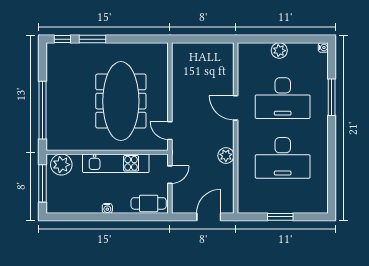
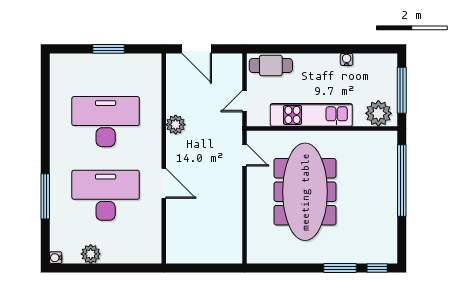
plant: (279, 51) -> (91, 254), moved
water cooler: (107, 208) -> (347, 59), moved
door: (209, 217) -> (197, 49), hinge flipped

